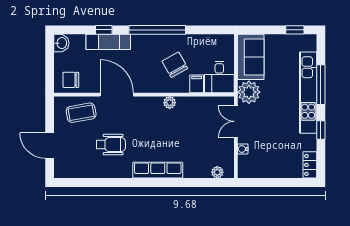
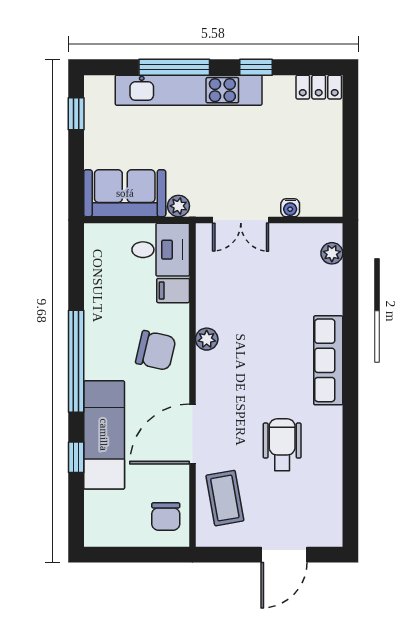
exam couch: (108, 42) -> (104, 435), width x1.36, depth x1.45
washbasin: (61, 43) -> (100, 533), removed
chair: (175, 65) -> (156, 351), moved, turned -138
plant: (249, 92) -> (179, 206), width x0.53, depth x0.53

